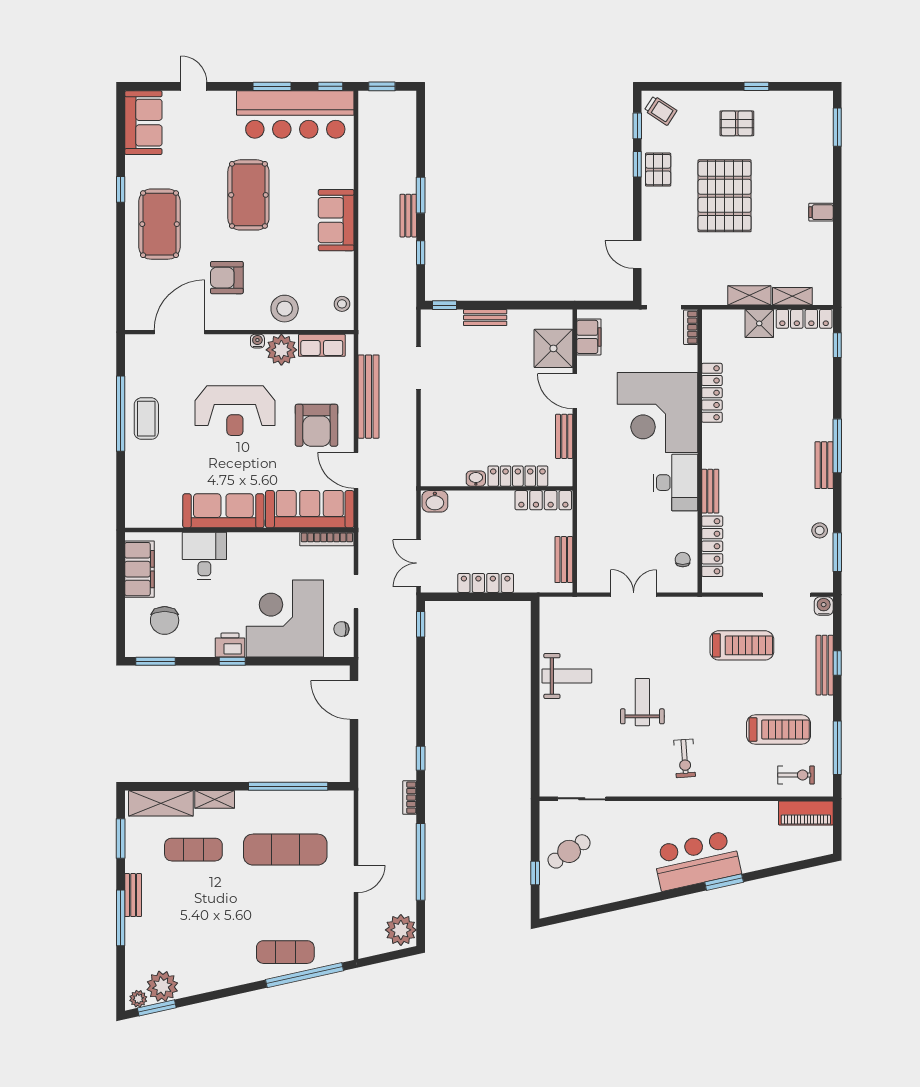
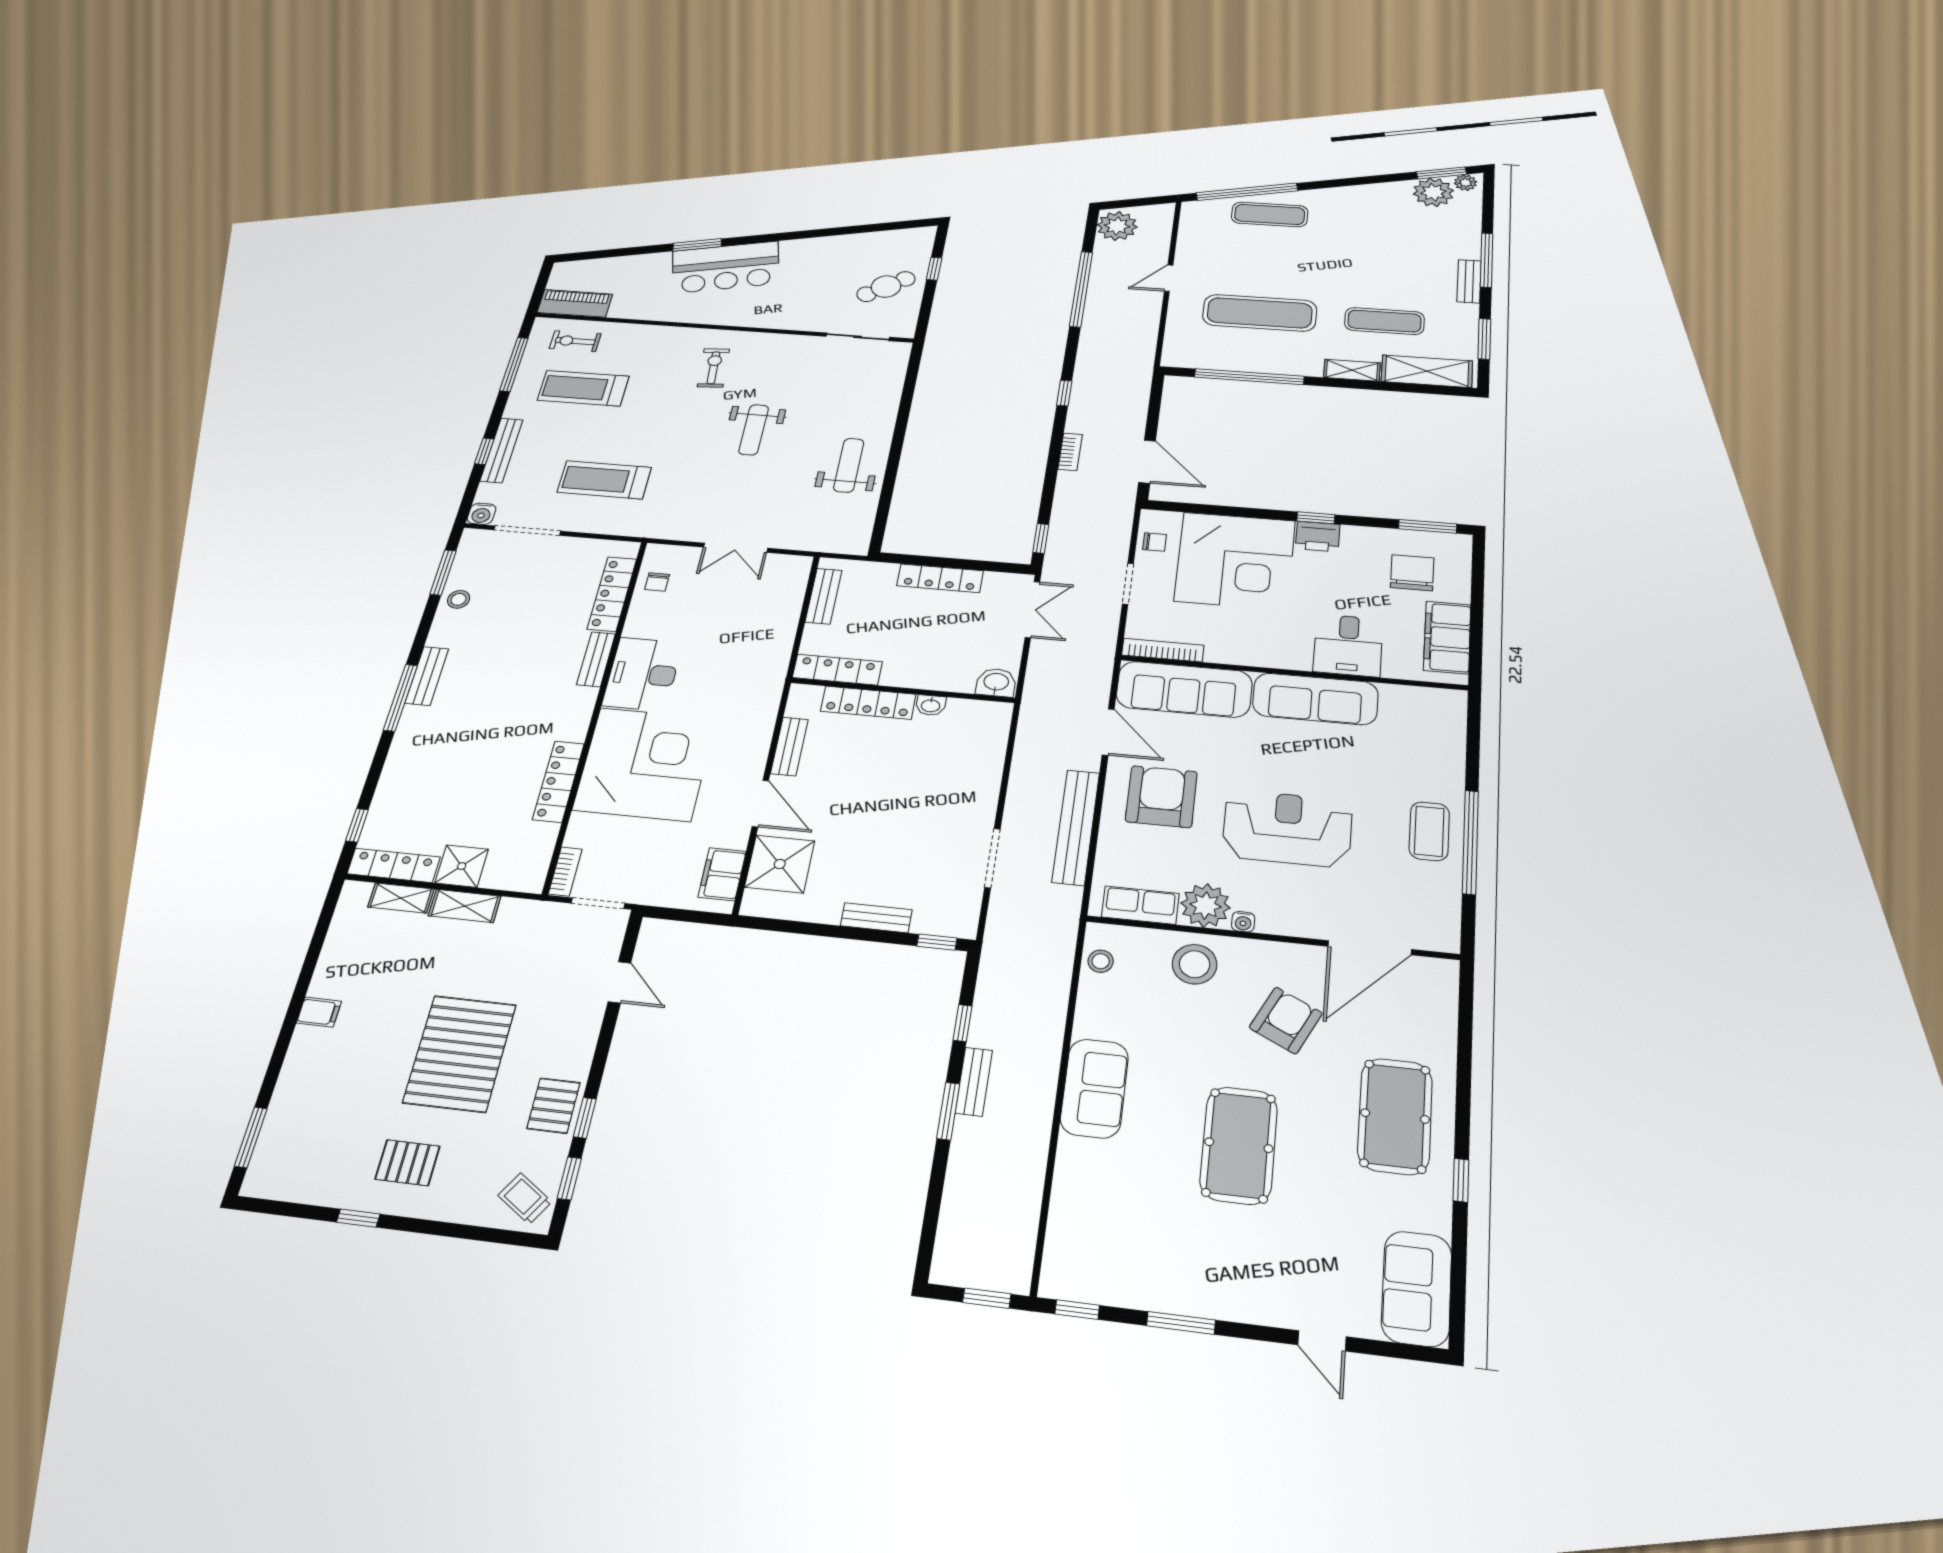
bar counter: (295, 114) -> (1144, 1269), removed
armchair: (227, 278) -> (1286, 1020), turned -64
weight bench: (567, 676) -> (849, 465), turned 90
bookcase: (410, 798) -> (1070, 452), moved

